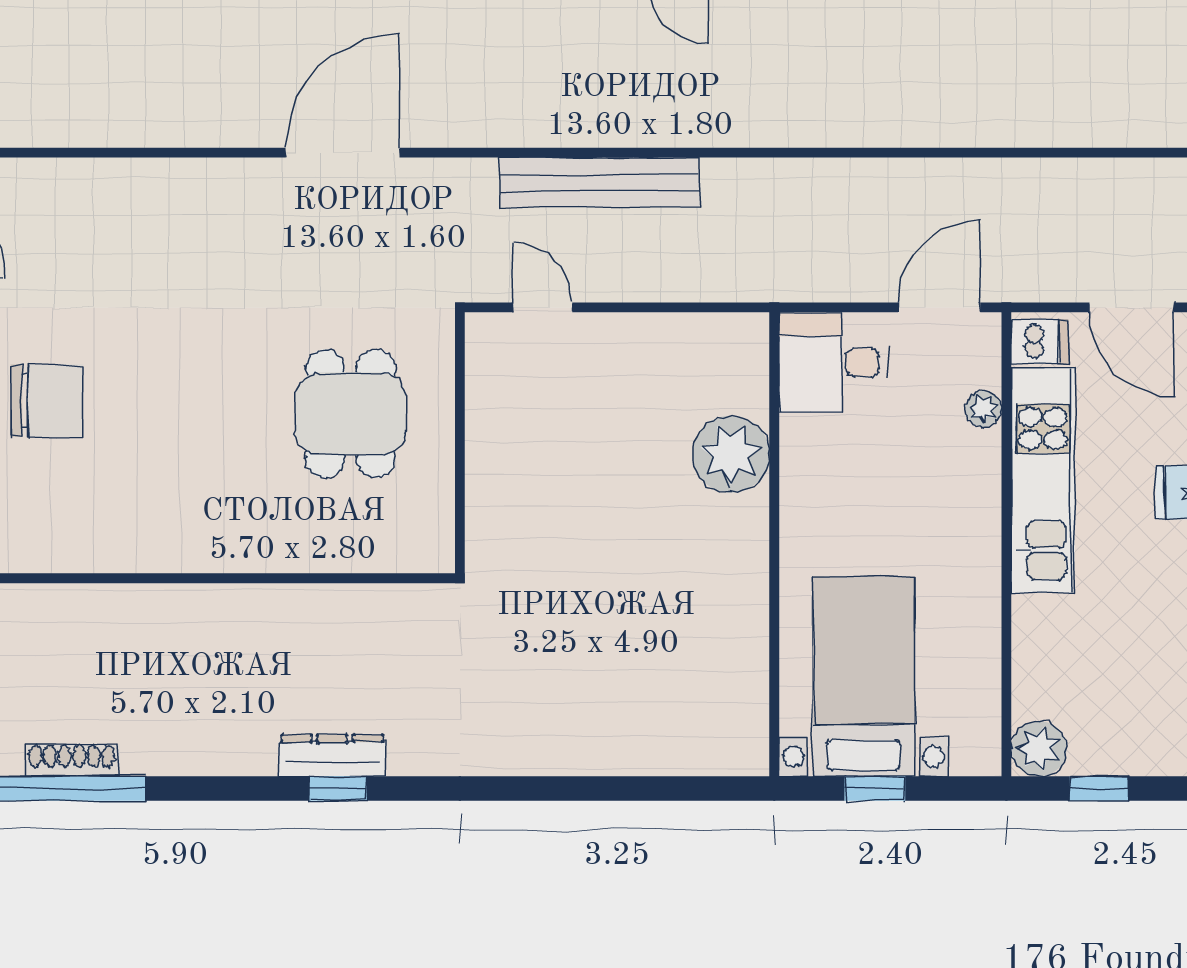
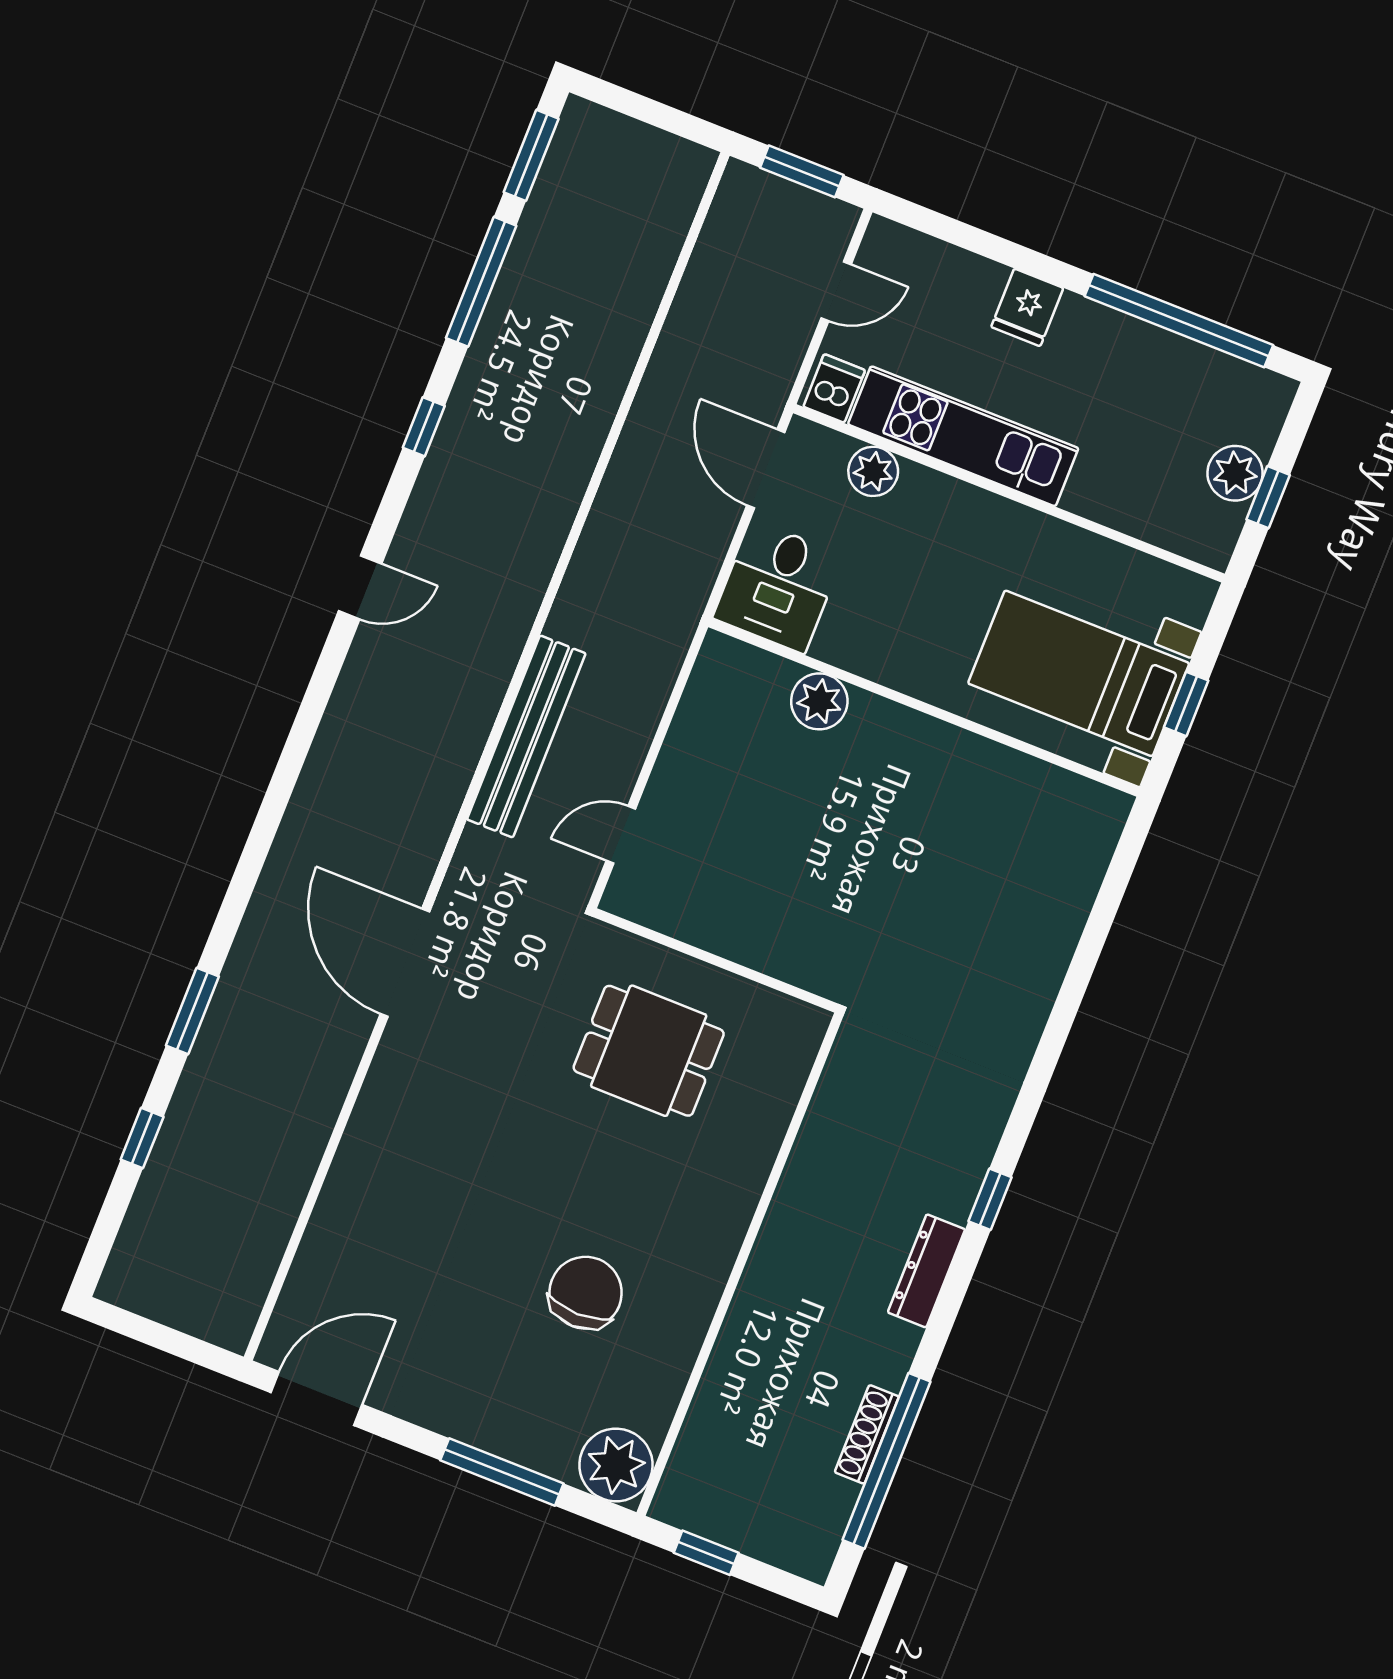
door: (1132, 307) -> (836, 291), width x0.73
chair: (47, 401) -> (586, 1293), moved
plant: (983, 409) -> (873, 471), width x1.38, depth x1.38
plant: (731, 454) -> (819, 701), width x0.73, depth x0.73
plant: (1039, 749) -> (1235, 473), moved
dresser: (332, 756) -> (926, 1271), moved

